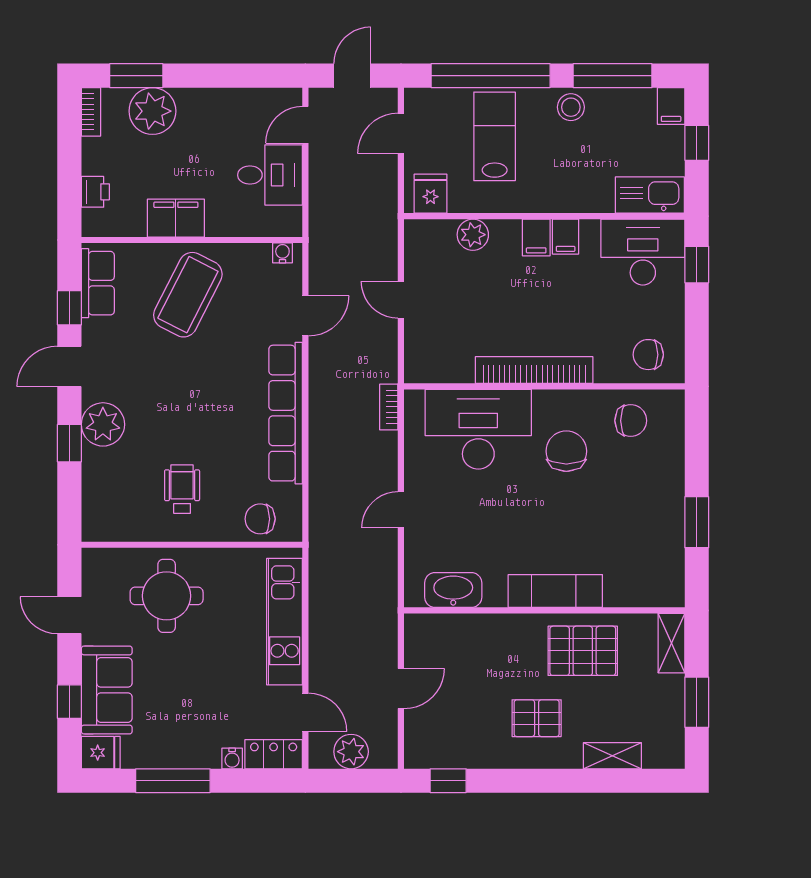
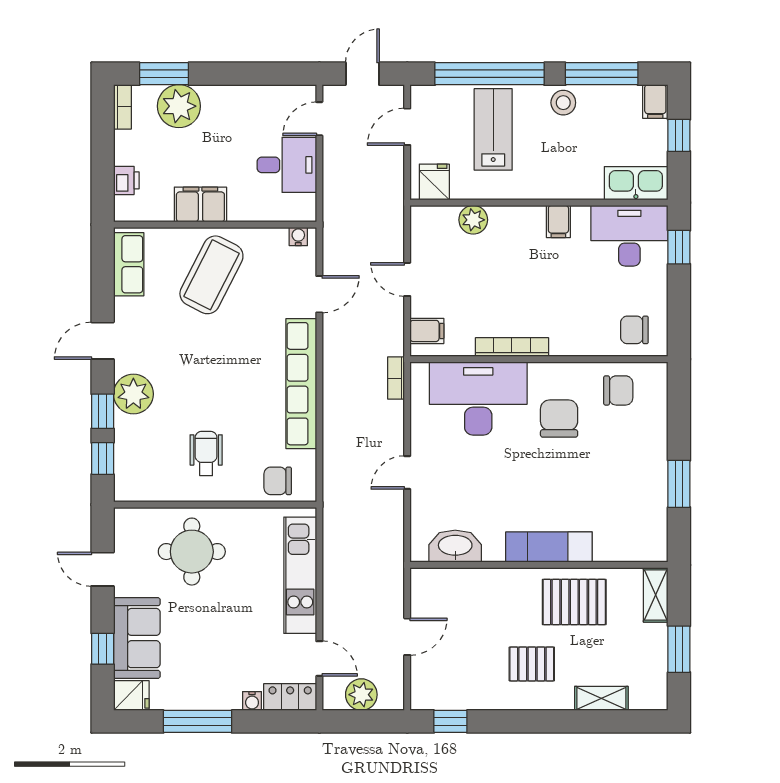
filing cabinet: (536, 237) -> (427, 331), moved, turned -90
window: (69, 308) -> (103, 458), moved
bookcase: (534, 370) -> (512, 347), width x0.68, depth x0.76

